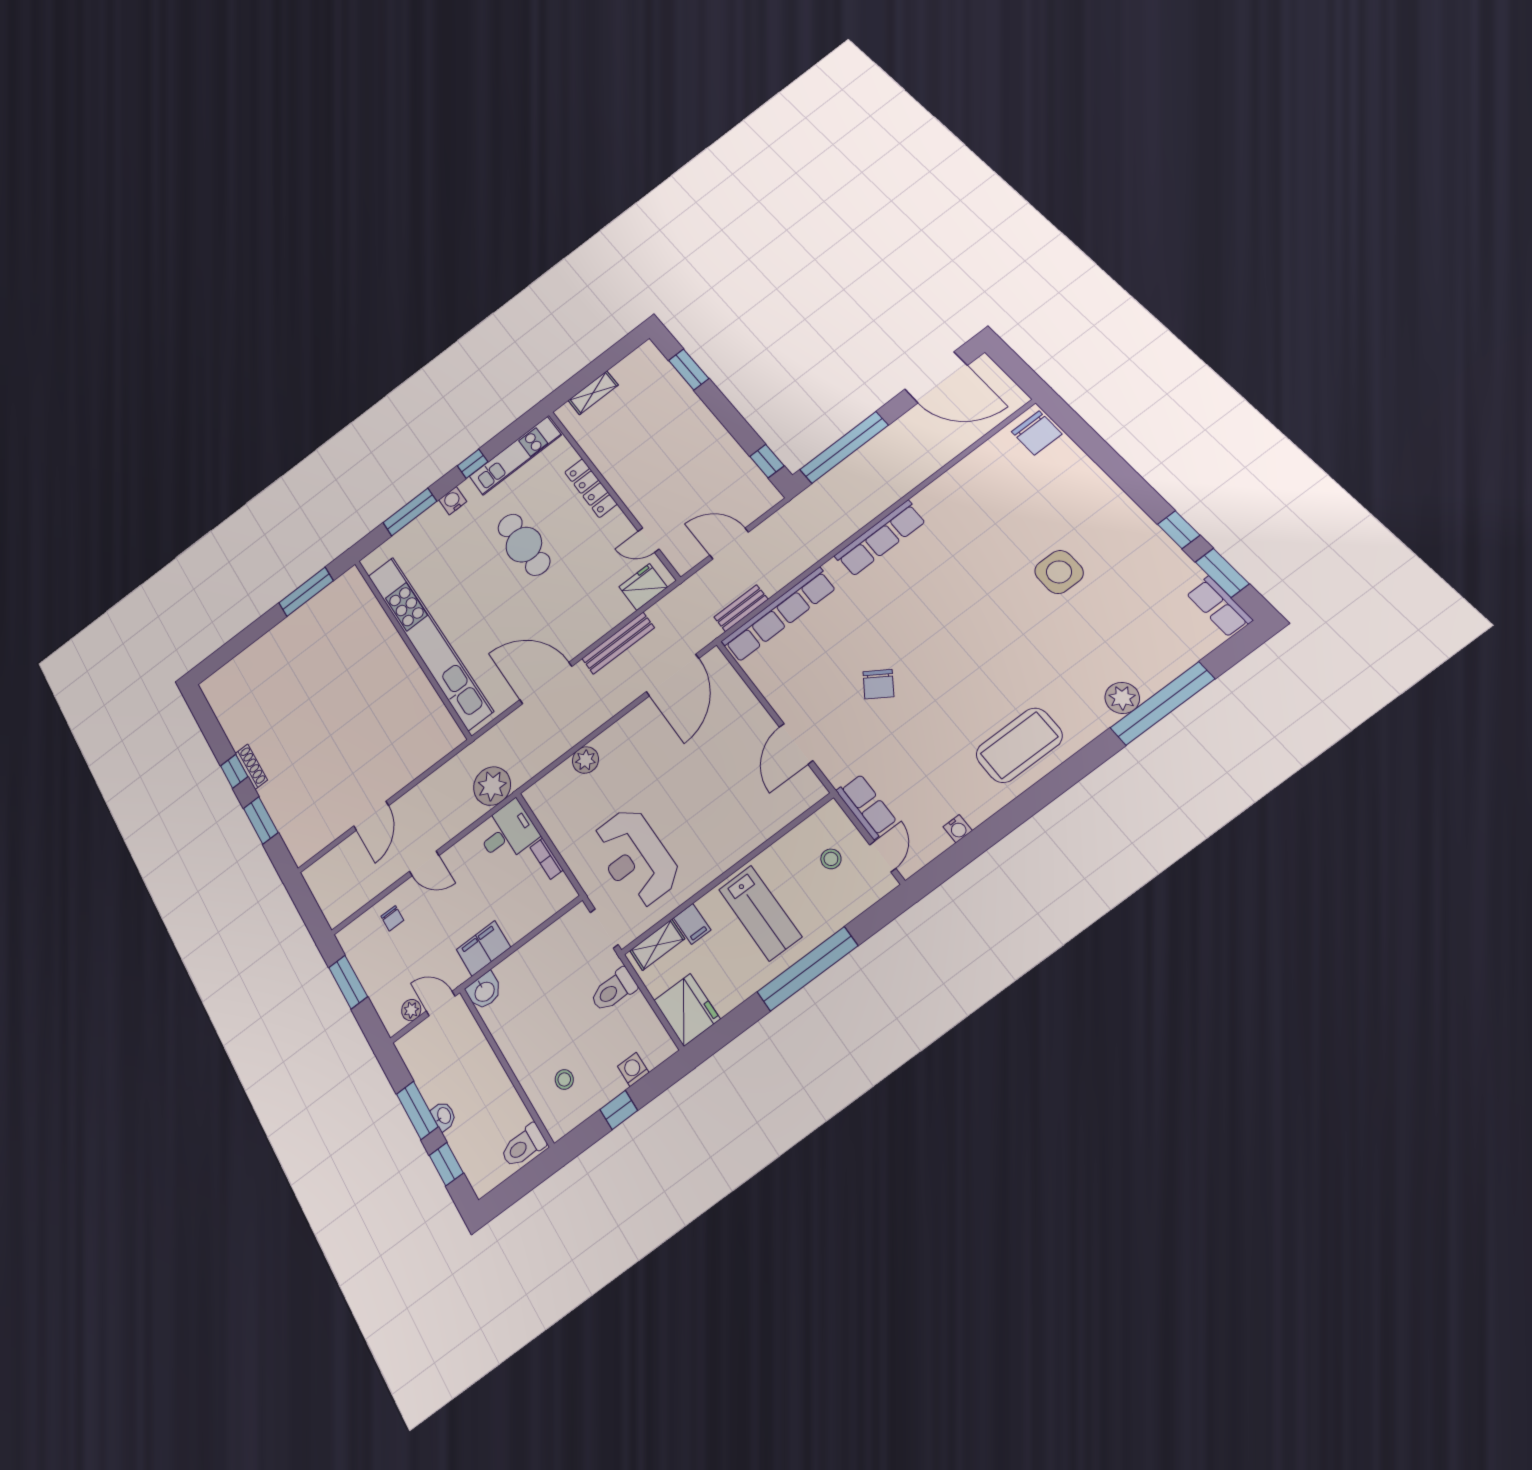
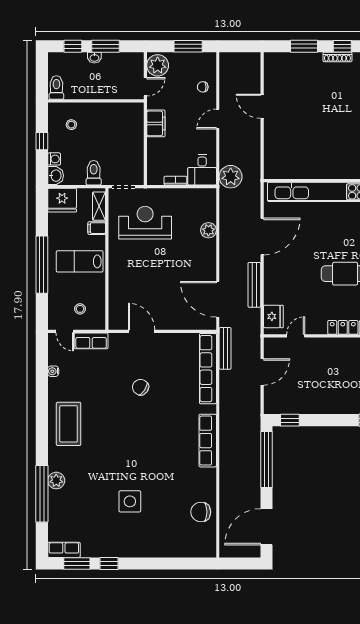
chair: (1037, 433) -> (201, 512), moved
bench: (741, 608) -> (225, 348), width x1.36
washbasin: (484, 991) -> (56, 176), moved, turned 180
plant: (411, 1010) -> (158, 65), width x1.88, depth x1.88

